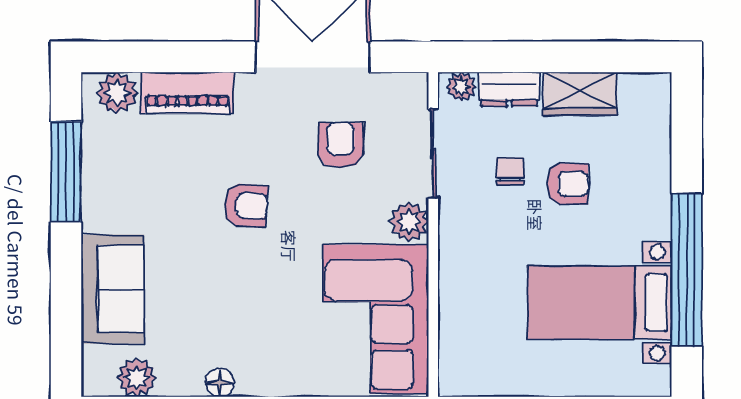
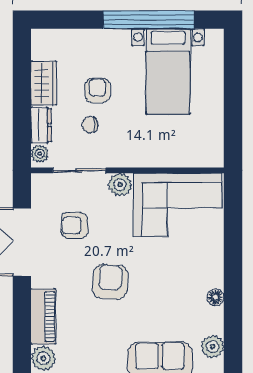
armchair: (246, 205) -> (110, 282), width x1.38, depth x1.38

